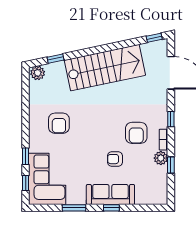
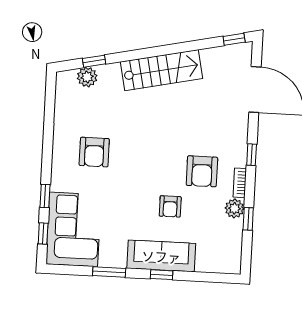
stairs: (105, 68) -> (162, 70), width x0.73, depth x0.66
plant: (38, 73) -> (87, 77), moved
armchair: (115, 159) -> (170, 206), turned -90

